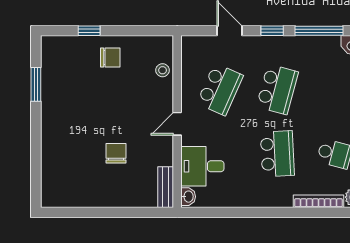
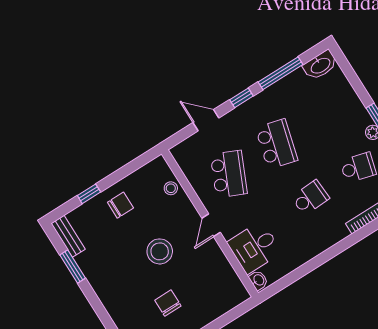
stool: (119, 118) -> (160, 251), added
chair: (116, 153) -> (168, 303), moved
school desk: (277, 154) -> (310, 198), width x0.54
bench: (166, 187) -> (68, 236), moved

